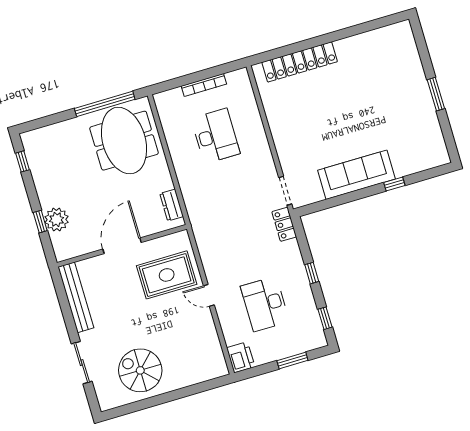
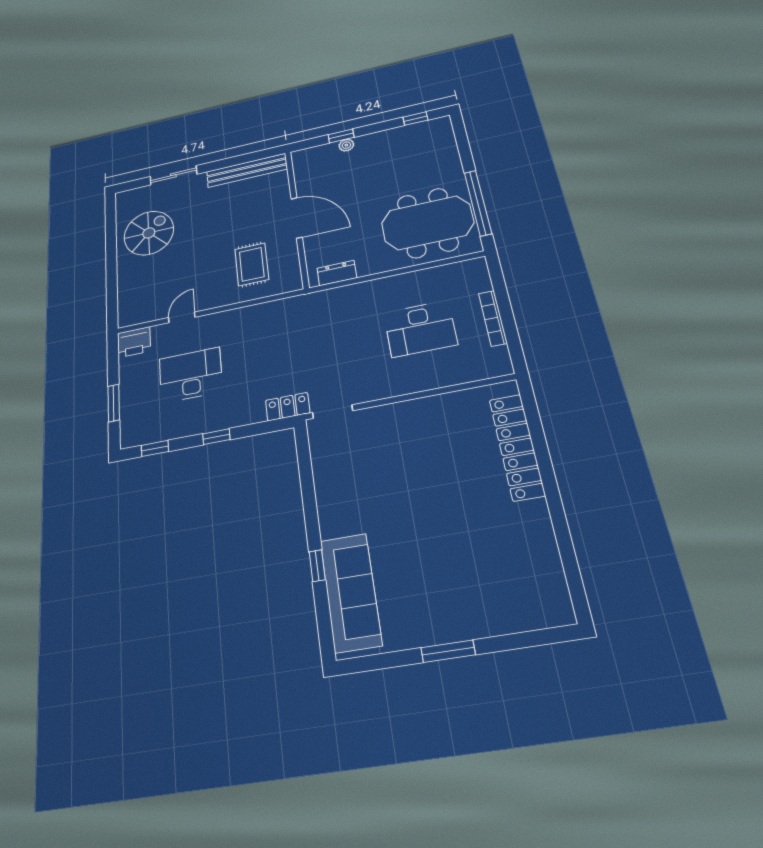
sofa: (357, 175) -> (351, 592), moved
plant: (57, 219) -> (346, 145), width x0.53, depth x0.53
rug: (167, 275) -> (252, 264), width x0.73, depth x0.70
door: (209, 295) -> (182, 317), moved

